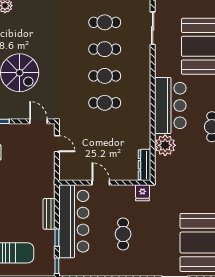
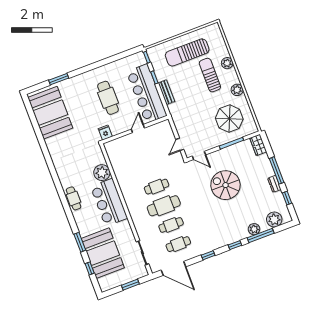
cafe table: (105, 76) -> (164, 206), width x1.37, depth x1.35
door: (57, 144) -> (180, 144), hinge flipped
dresser: (144, 165) -> (111, 153), removed
door: (101, 183) -> (138, 129), swing flipped
cafe table: (123, 234) -> (108, 98), width x1.37, depth x1.35

